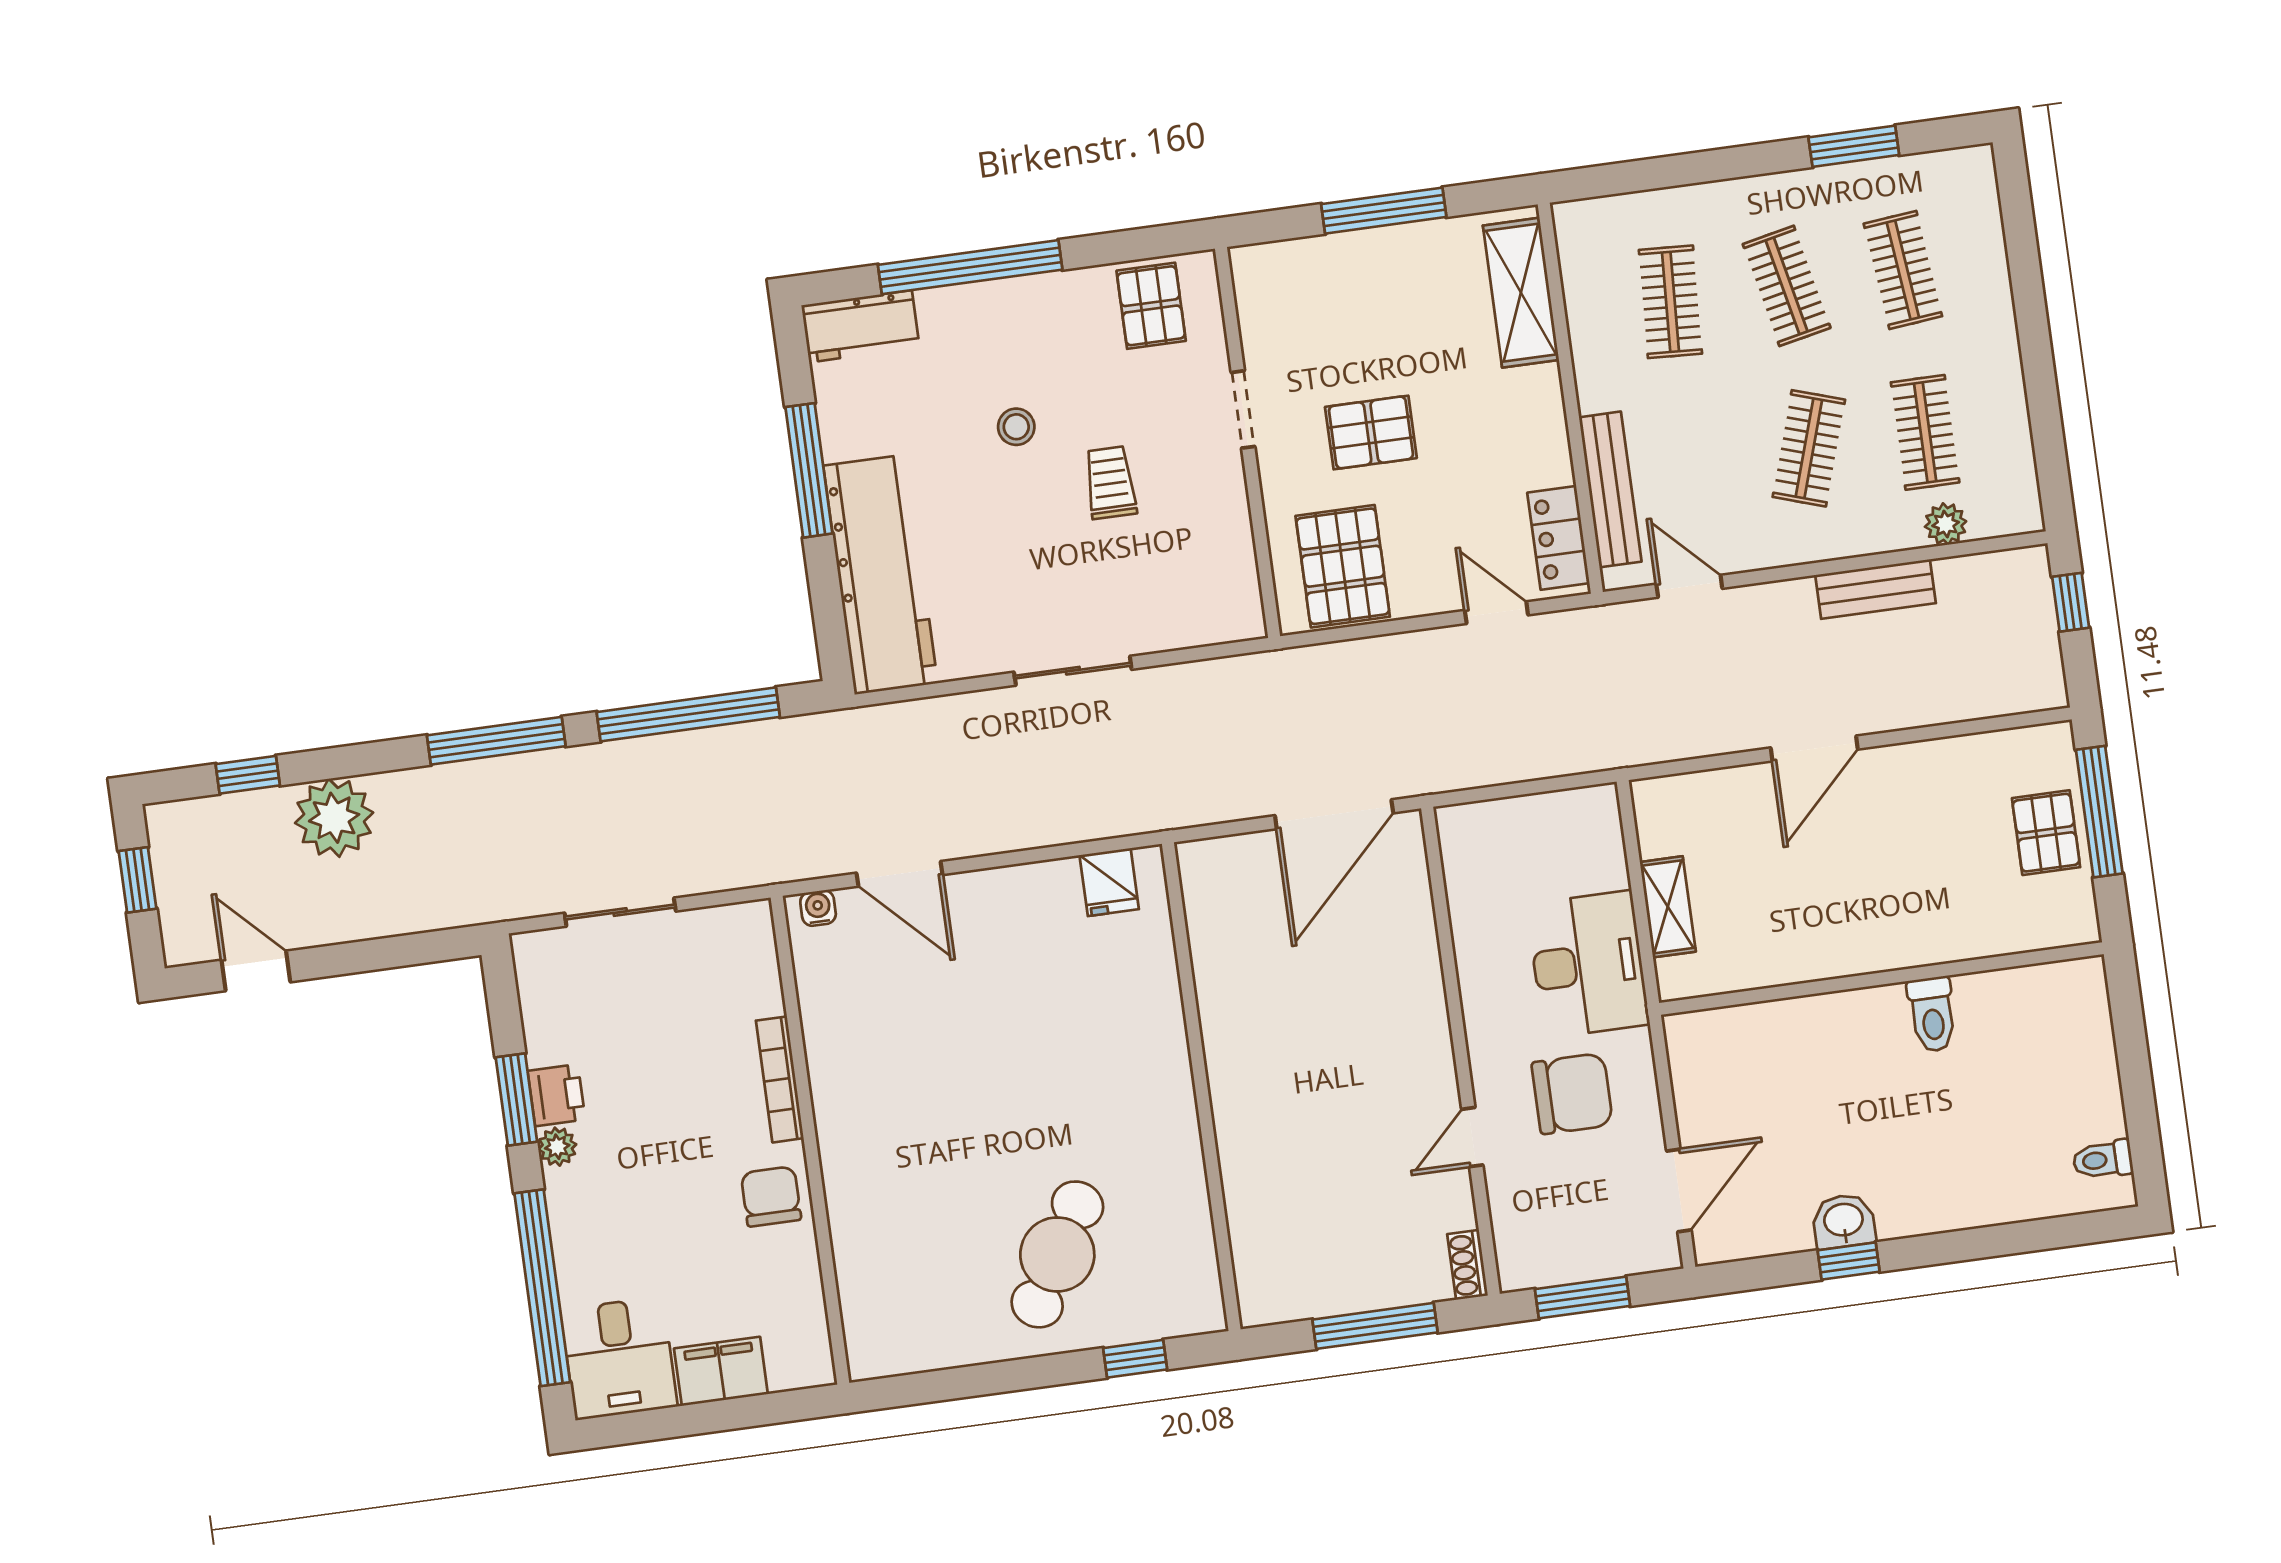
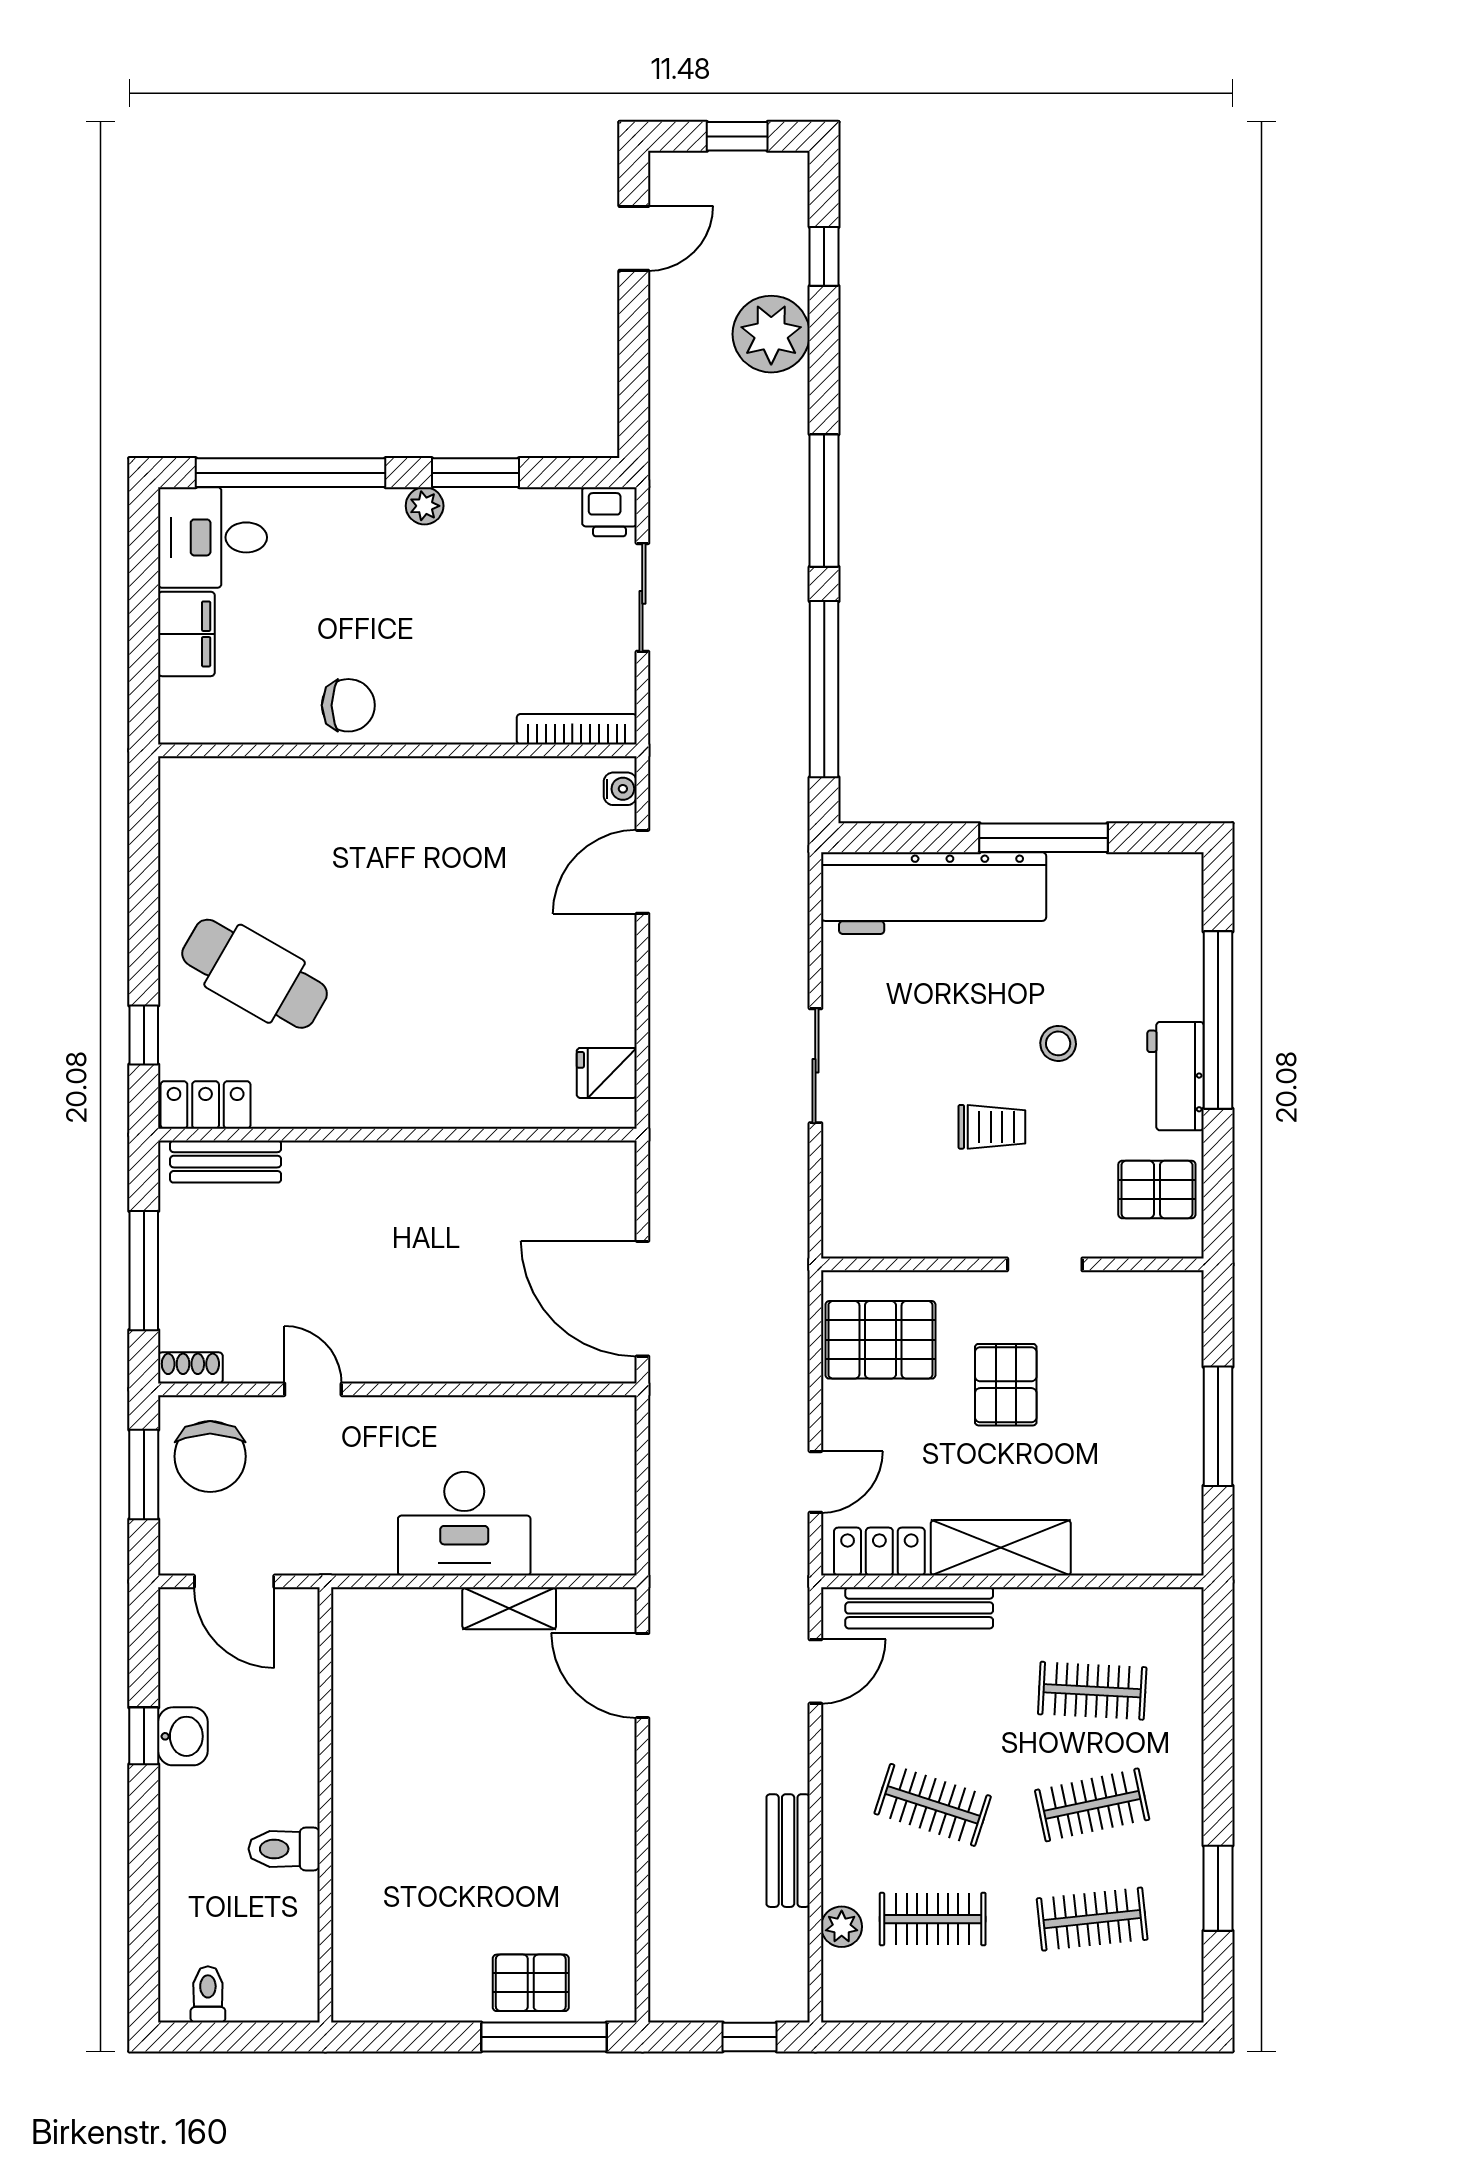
shelving: (1521, 293) -> (1001, 1548), moved
workbench: (860, 326) -> (1176, 1076), moved
door: (1814, 749) -> (642, 1676), moved
wall: (1881, 978) -> (325, 1805), moved
toilet: (1932, 1014) -> (284, 1849), moved
bookcase: (780, 1079) -> (577, 729), moved
chair: (1572, 1094) -> (210, 1456), moved
printer: (556, 1095) -> (610, 512), moved
bench: (1253, 1258) -> (226, 1162), added
locker: (1198, 1286) -> (206, 1105), added

